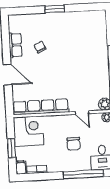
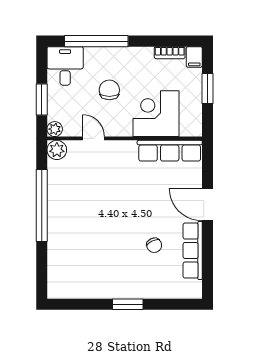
row of seats: (15, 45) -> (193, 251), width x1.48
row of seats: (41, 107) -> (170, 151), width x0.73
corner desk: (29, 131) -> (156, 114), moved, turned 90

